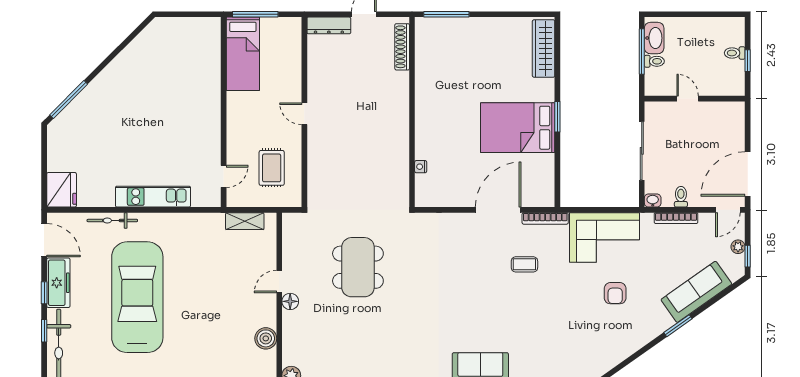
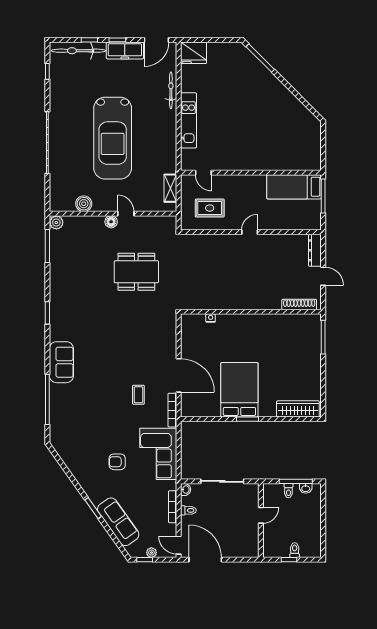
washbasin: (654, 38) -> (306, 488), width x0.52, depth x0.69
car: (137, 297) -> (113, 138), moved, turned 90

